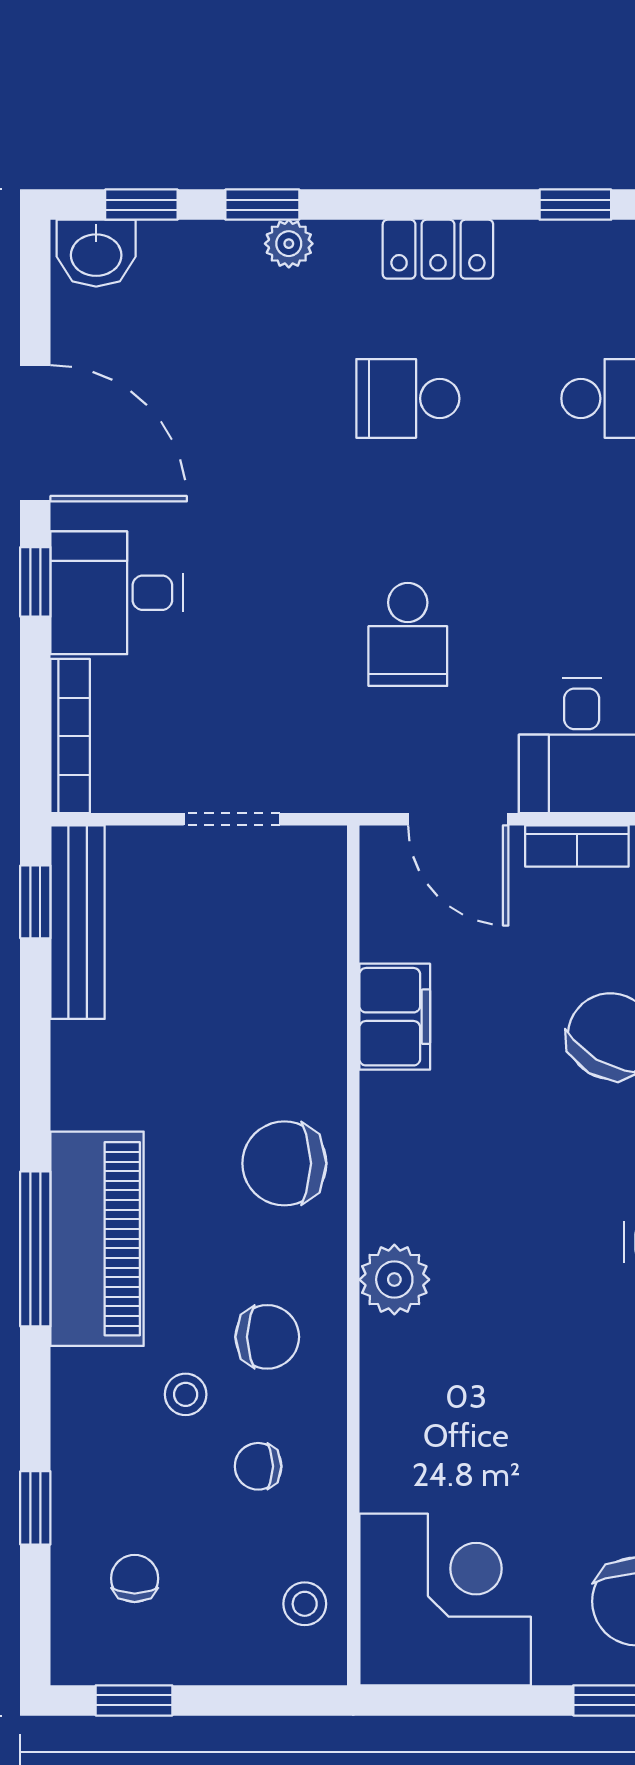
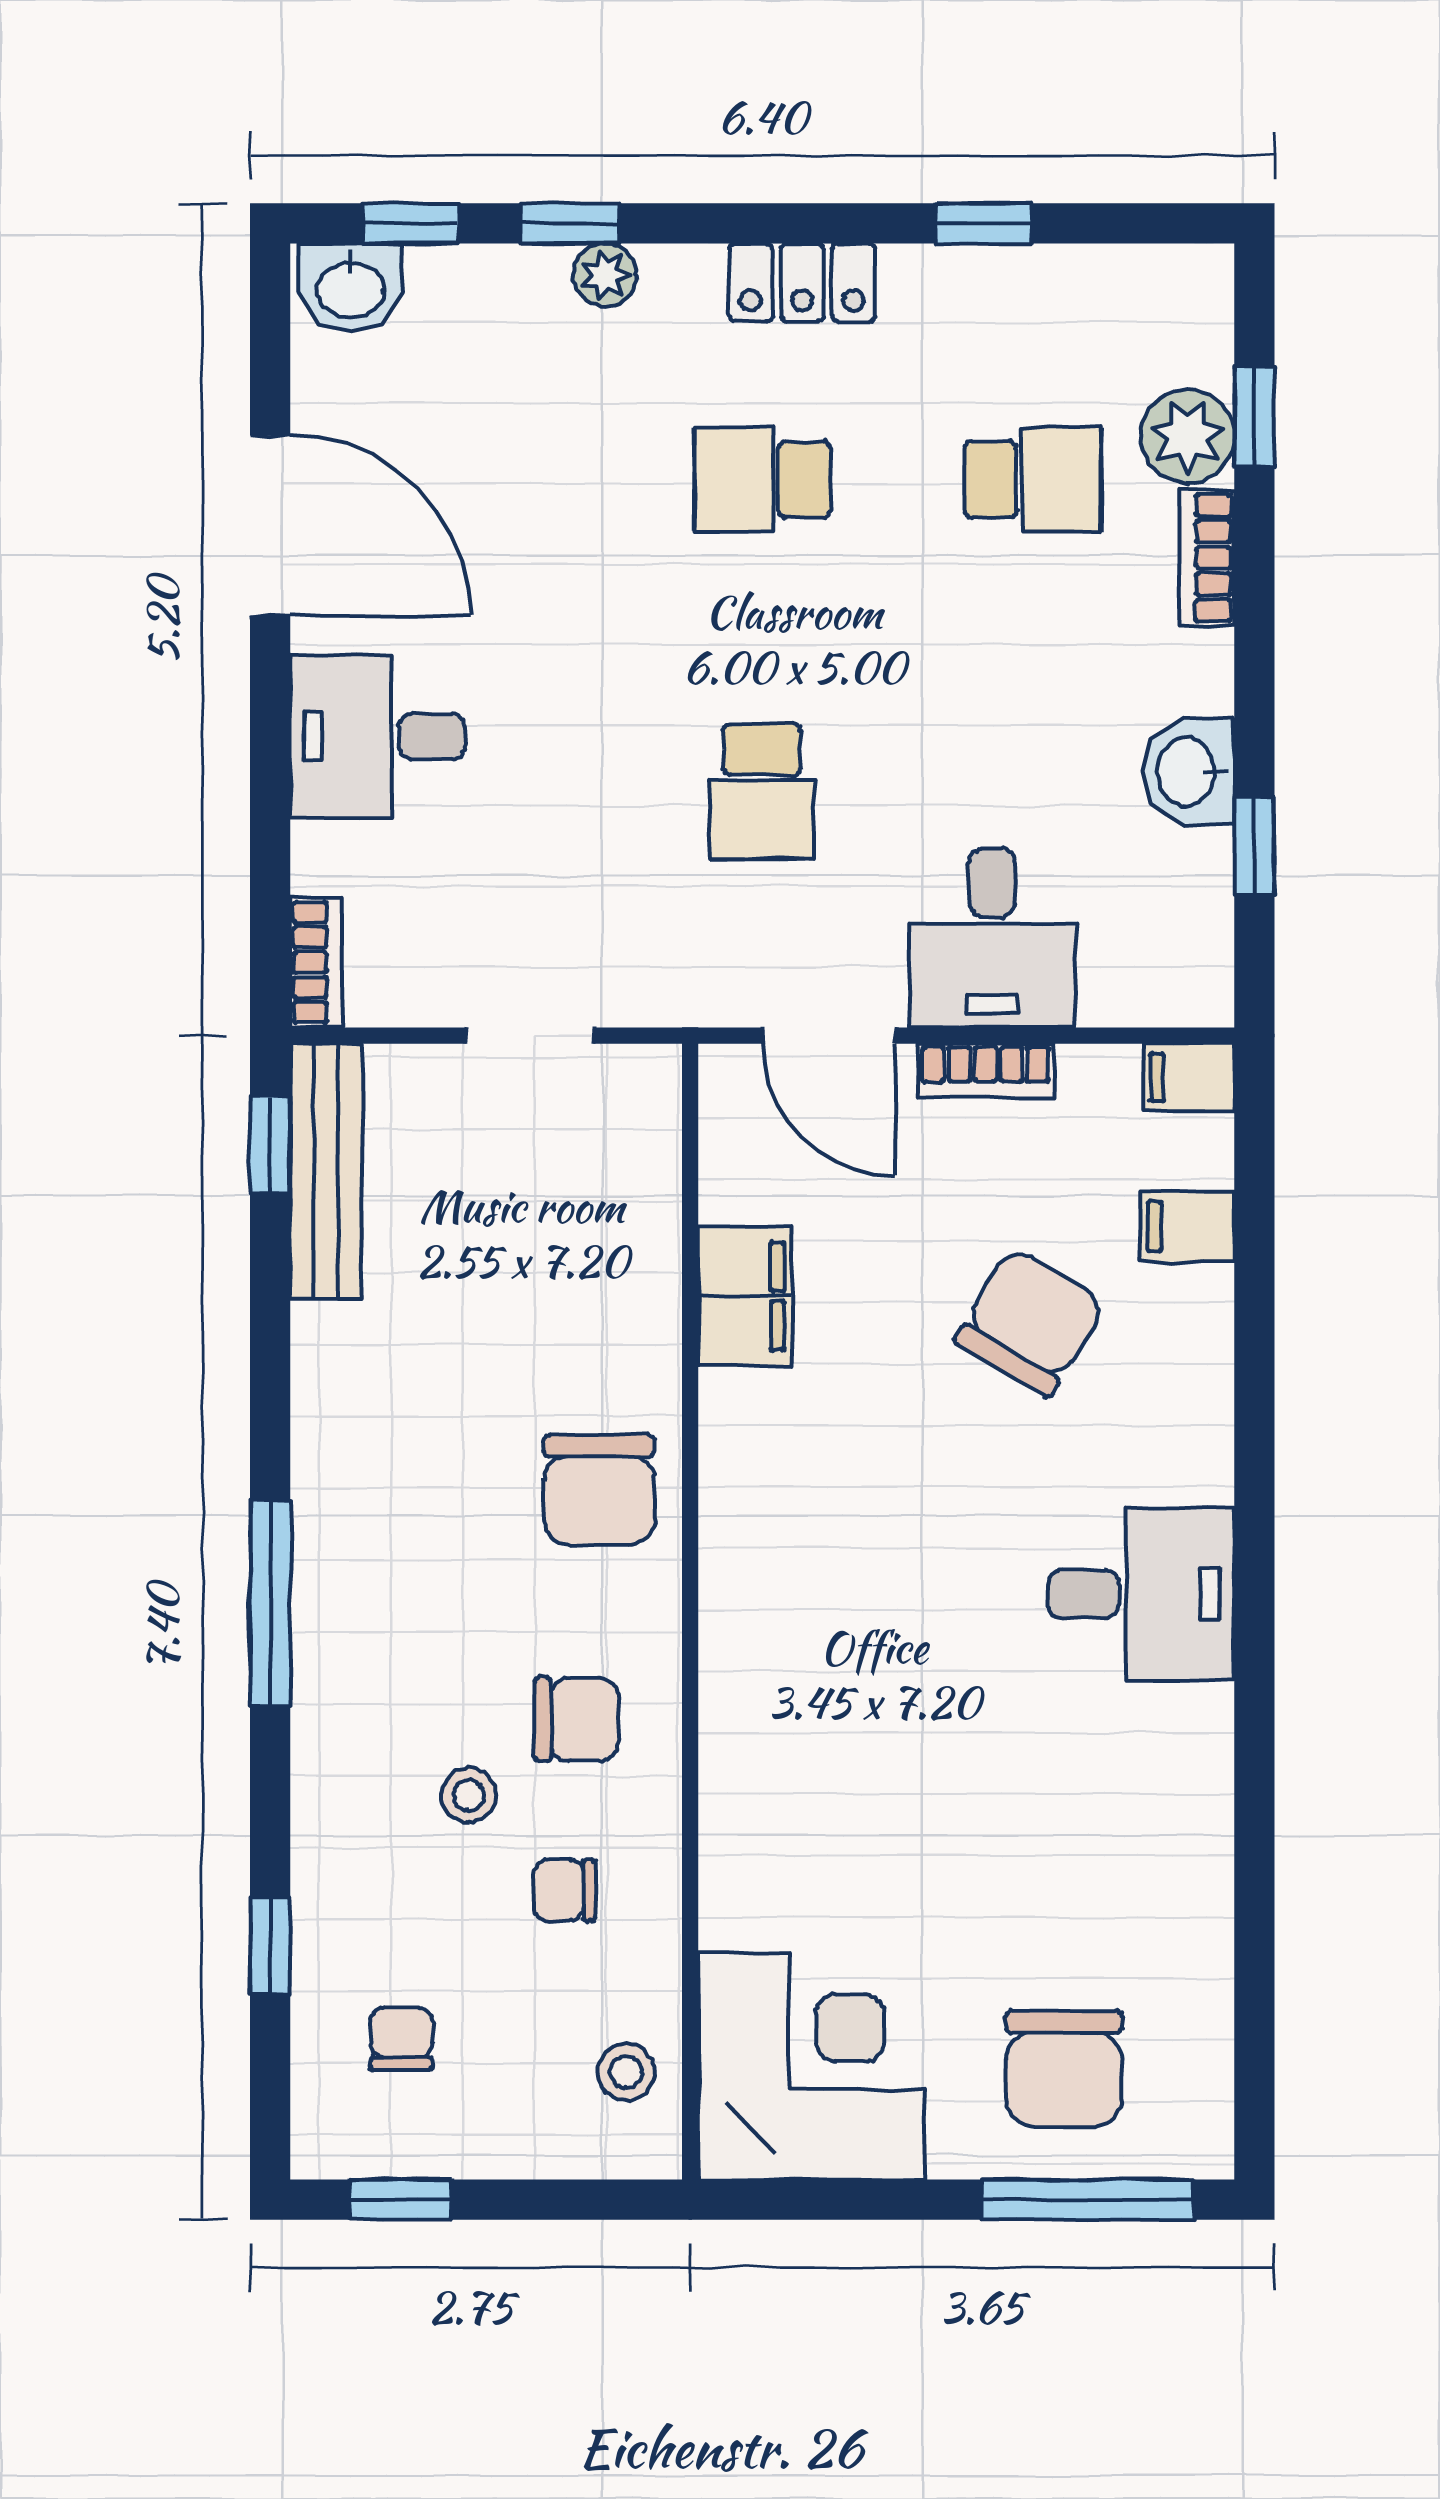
window: (35, 582) -> (270, 722), removed
bookcase: (70, 736) -> (316, 962), width x0.64
chair: (284, 1163) -> (599, 1490), turned -90
piano: (97, 1239) -> (352, 1590), removed
plant: (394, 1280) -> (744, 1644), removed

